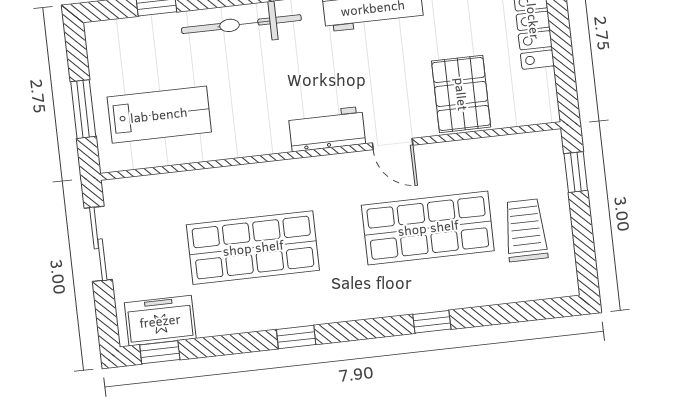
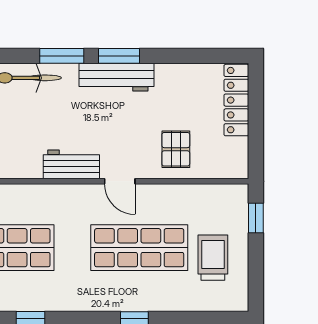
pallet: (461, 94) -> (176, 149), width x0.67, depth x0.71

